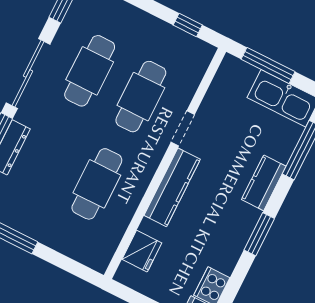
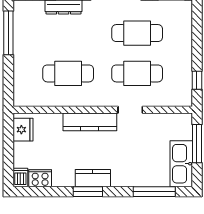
kitchen counter: (264, 183) -> (93, 178), moved
fridge: (142, 251) -> (23, 130), moved, turned -90

